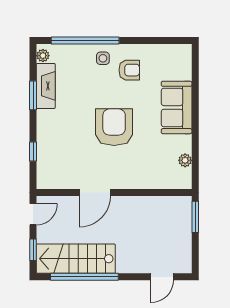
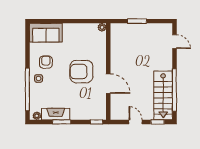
sofa: (177, 107) -> (46, 33), moved
door: (95, 192) -> (108, 84), moved
wall: (114, 192) -> (108, 72), moved

